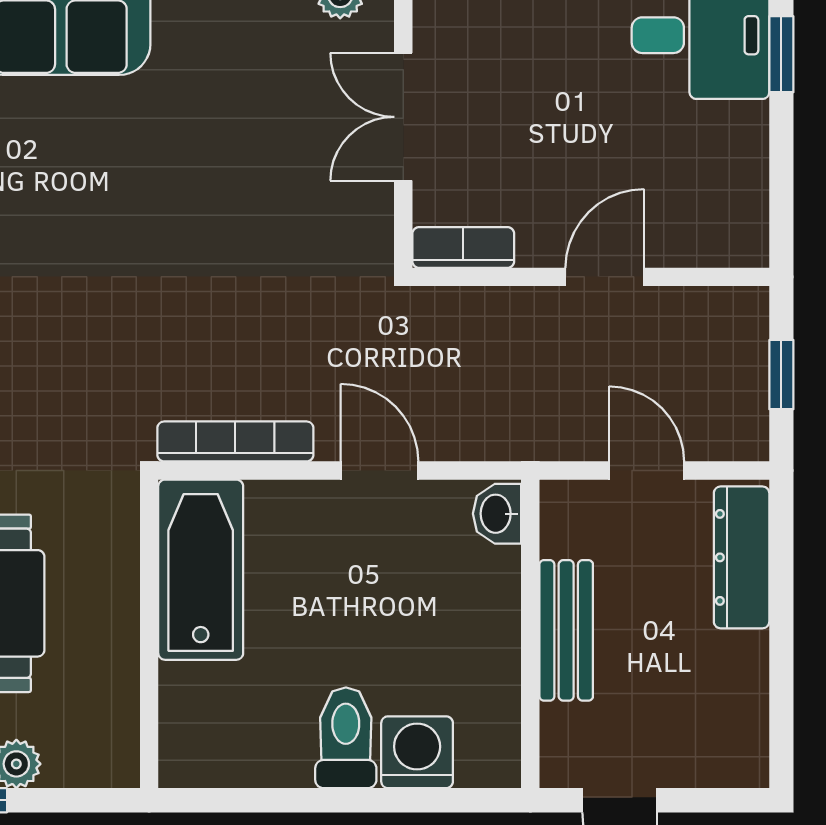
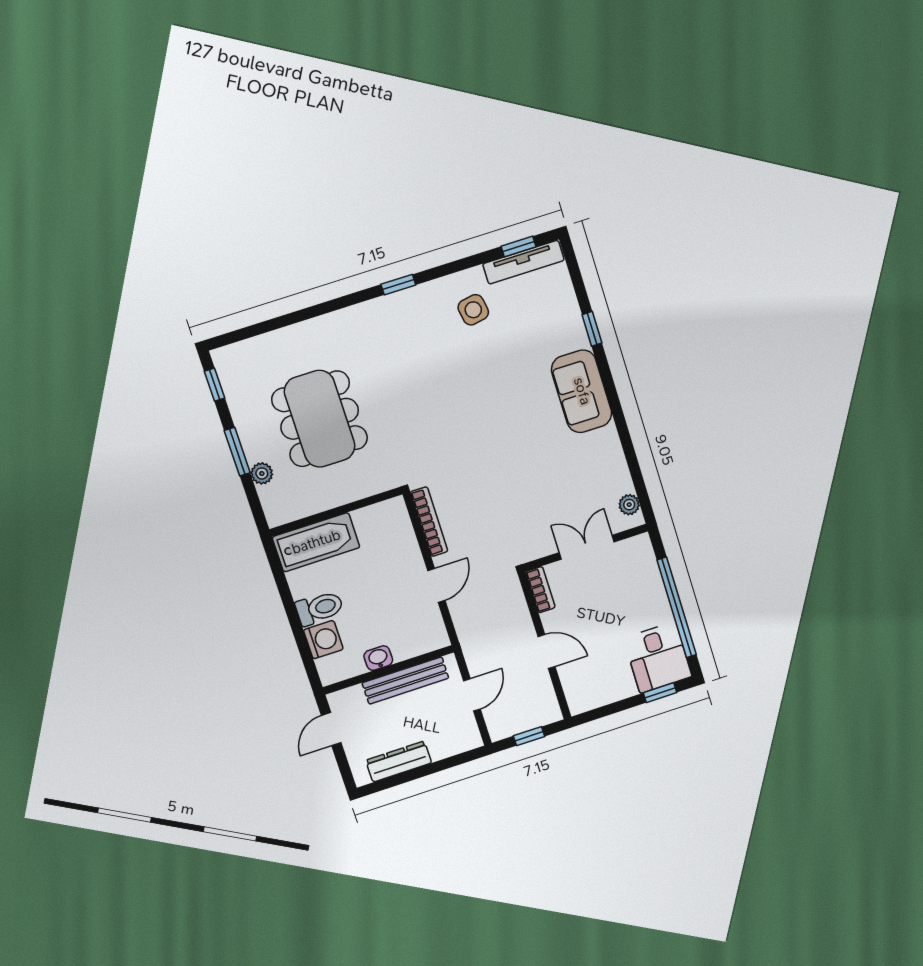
washbasin: (497, 514) -> (378, 658), moved
dresser: (742, 557) -> (399, 762), moved
bathtub: (201, 570) -> (316, 542), moved
bench: (566, 630) -> (405, 680), width x1.36

